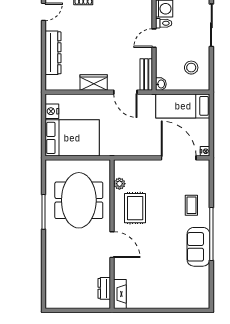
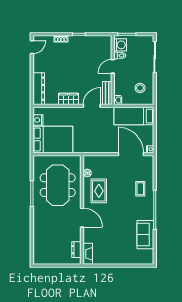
dresser: (53, 53) -> (39, 89), moved
door: (125, 92) -> (92, 106), swing flipped
sofa: (198, 247) -> (145, 235), moved

